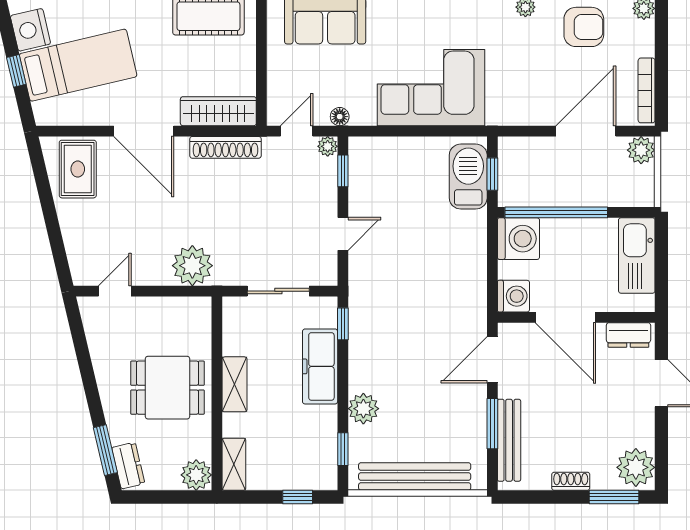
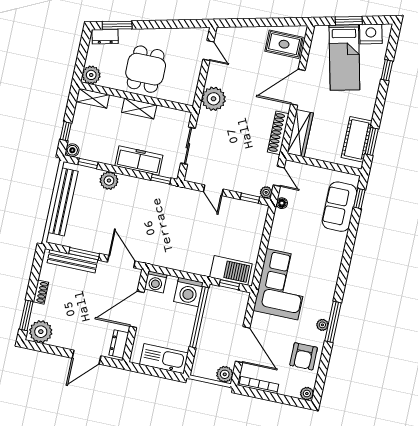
window: (16, 71) -> (349, 21), width x1.50
corner sofa: (431, 88) -> (282, 284), moved
boiler: (327, 479) -> (72, 150), added

